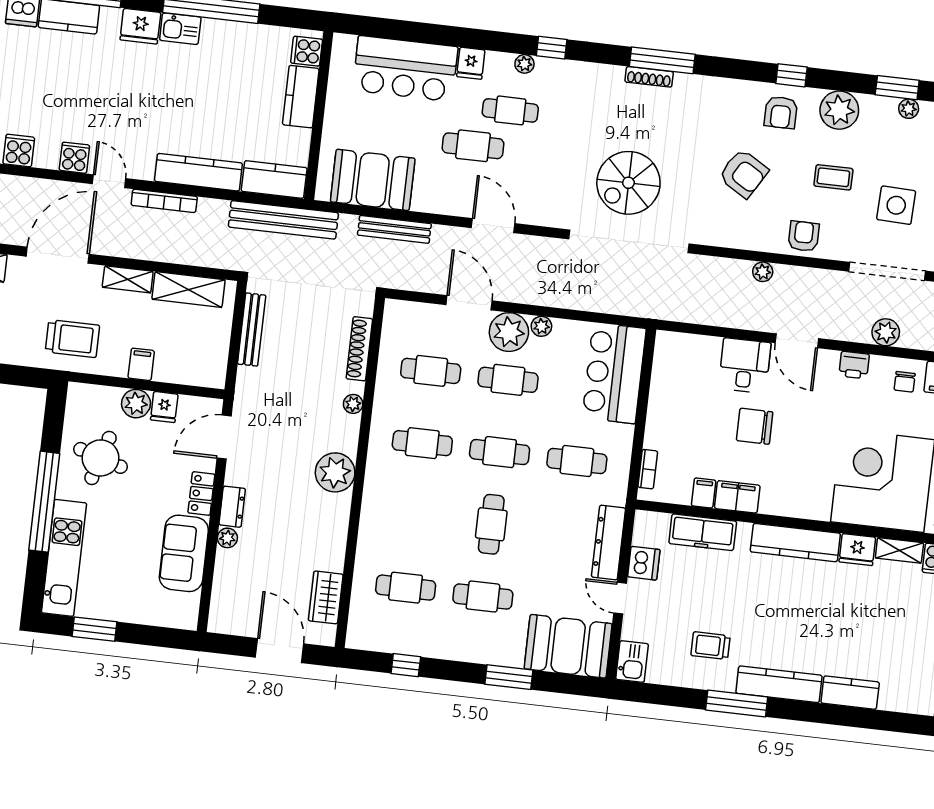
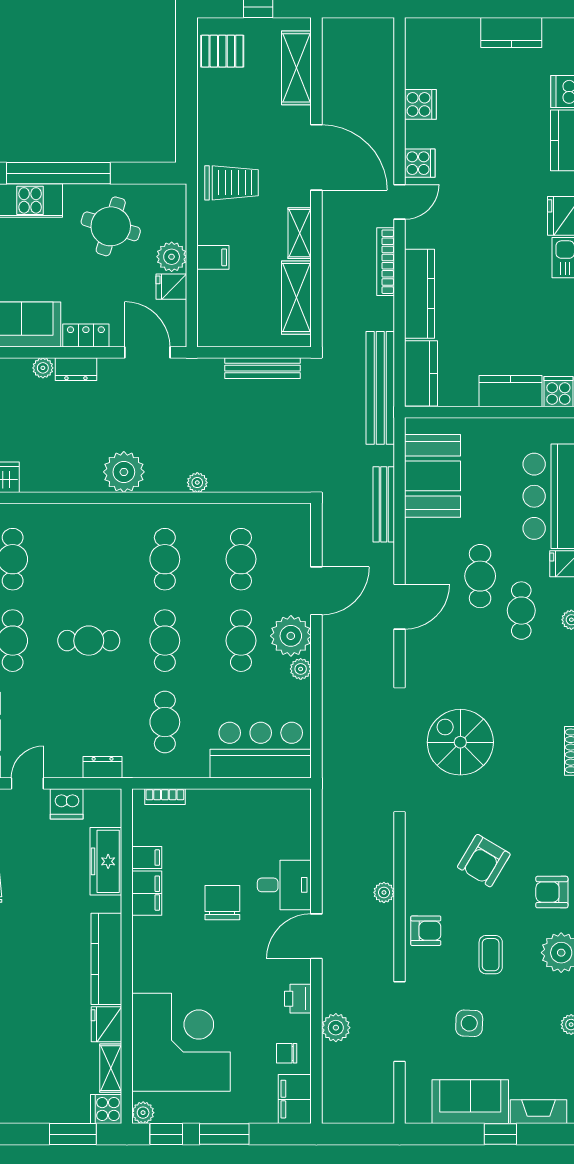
side table: (896, 205) -> (469, 1023), width x0.73, depth x0.73
trolley: (72, 339) -> (231, 183), turned -90
shoe rack: (359, 349) -> (255, 482), removed
dresser: (608, 543) -> (103, 767), width x0.51, depth x0.80

